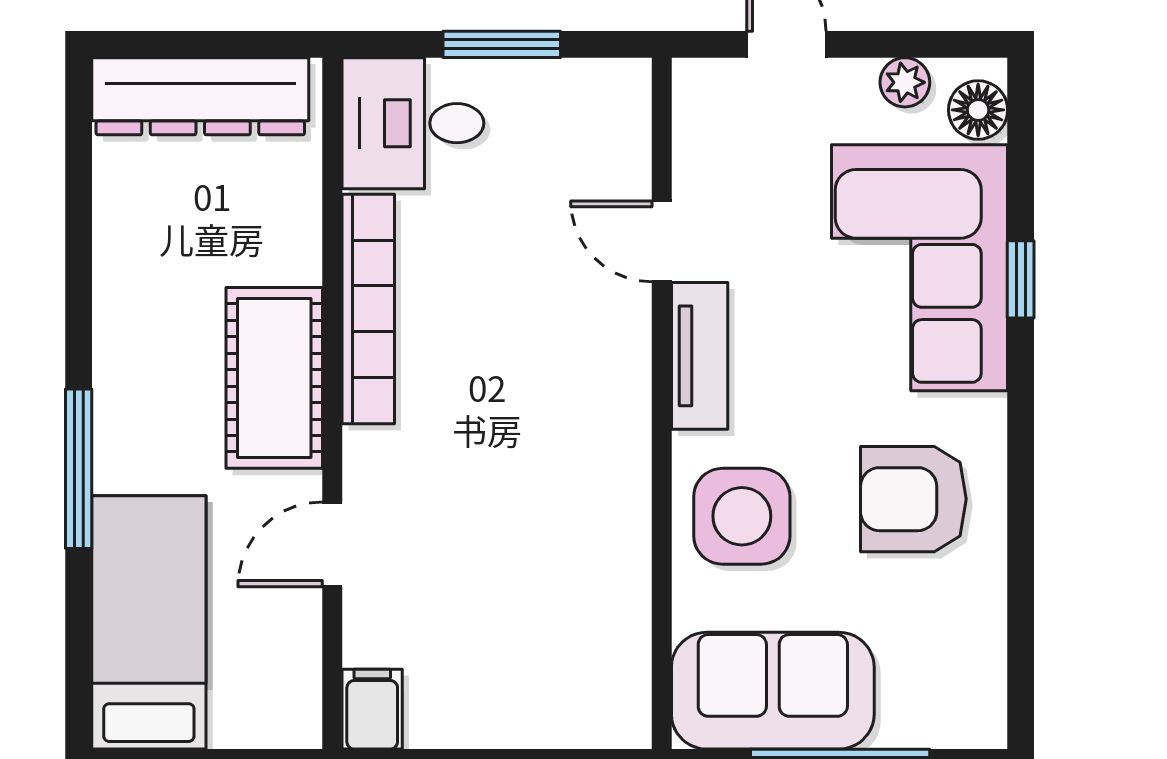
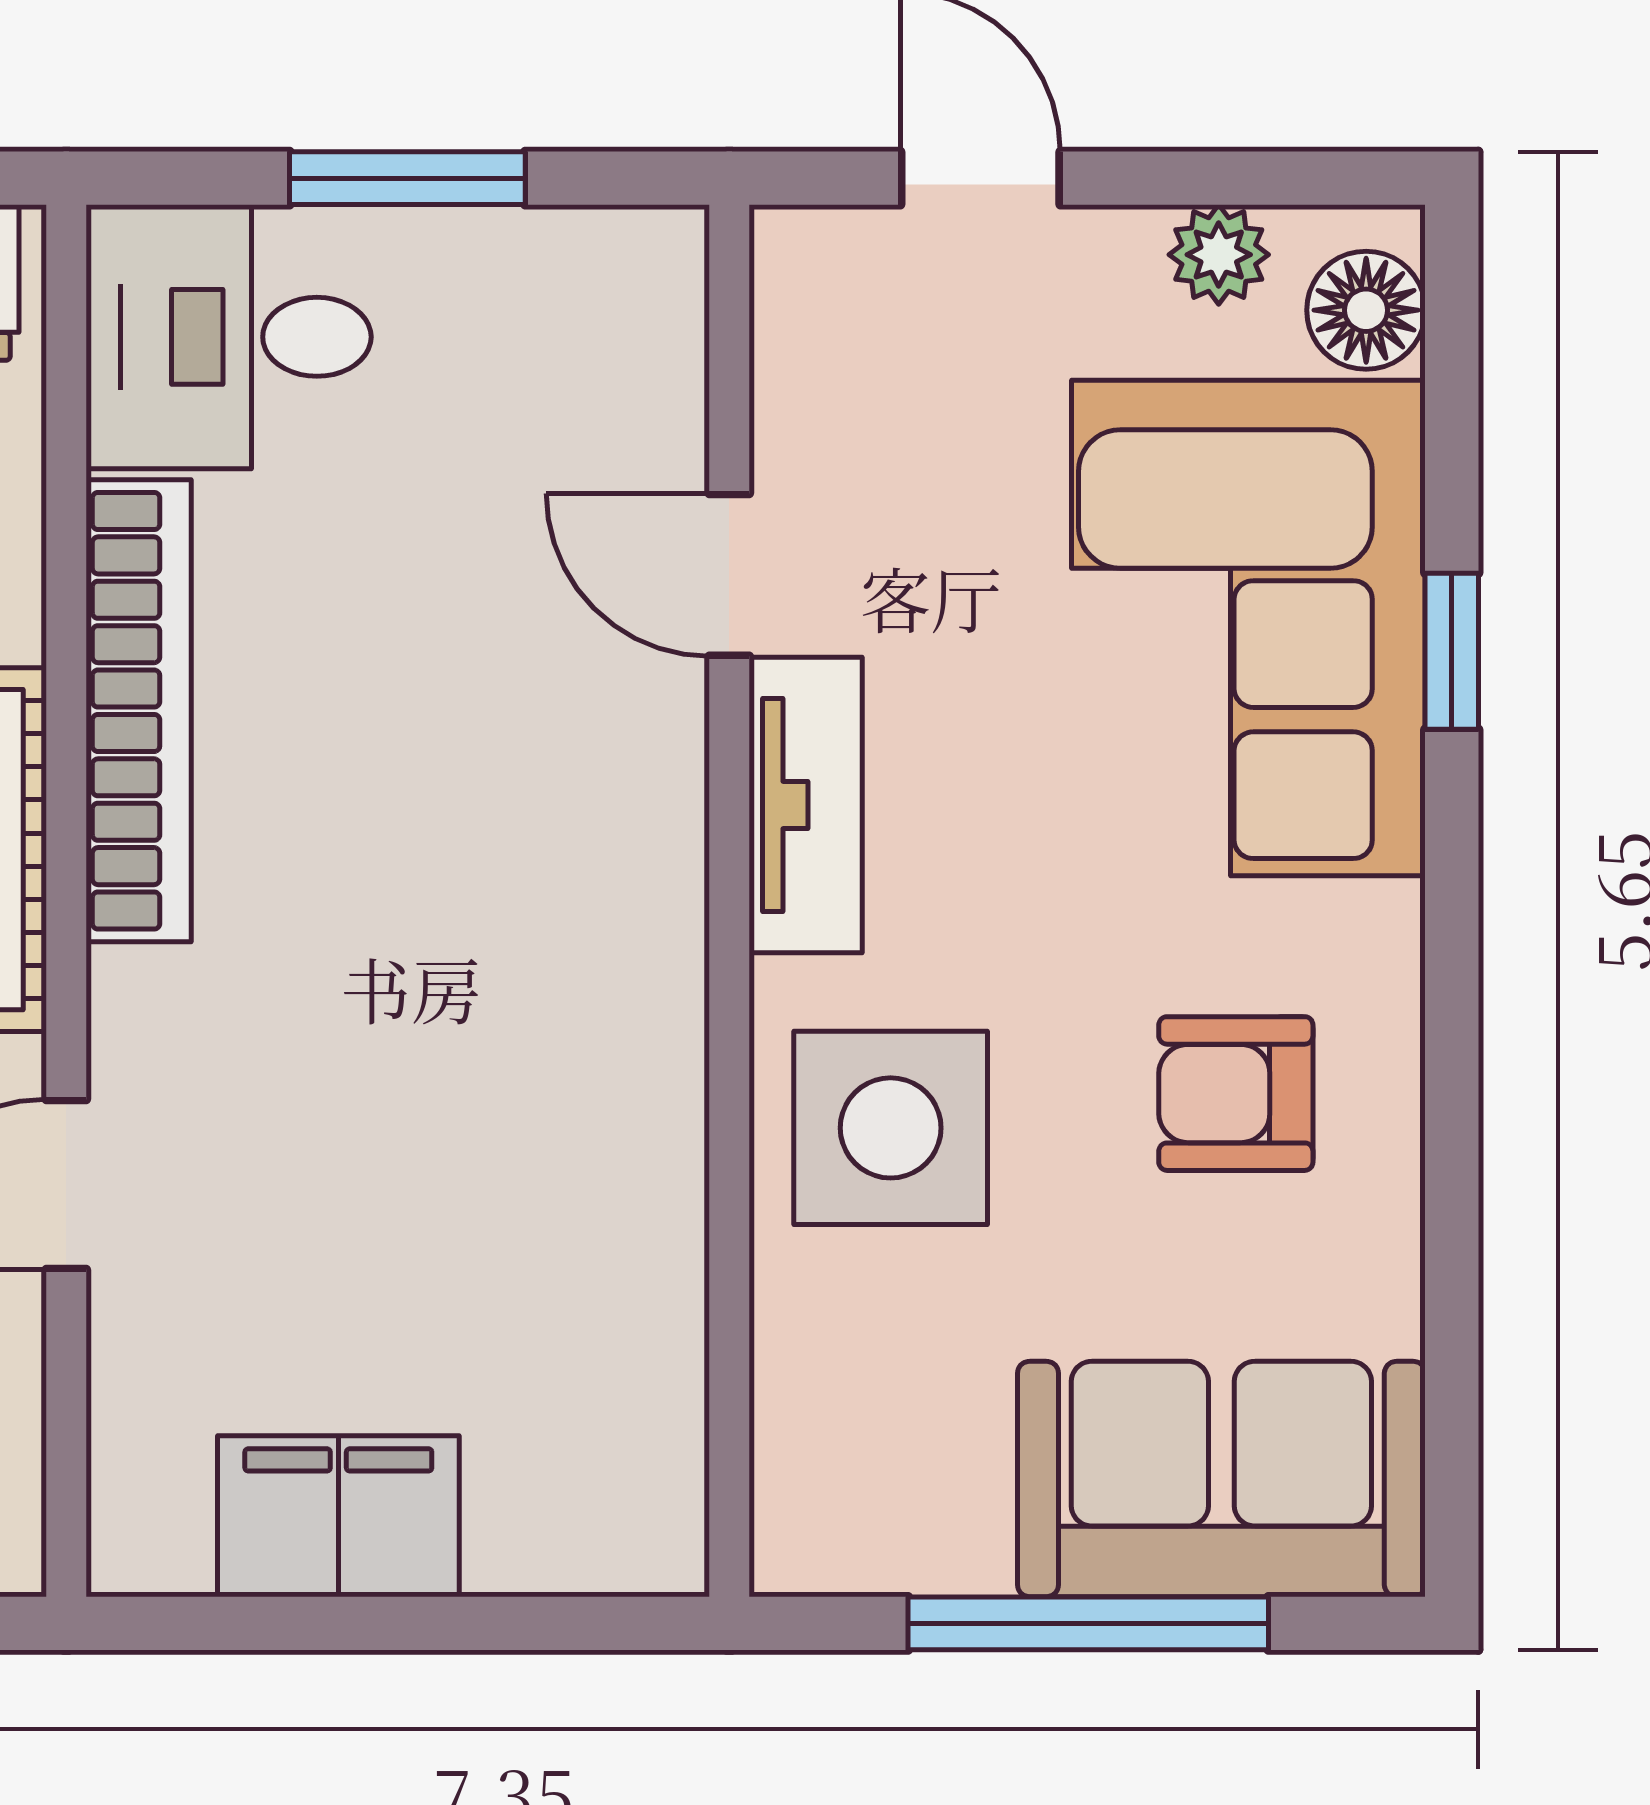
armchair: (913, 499) -> (1236, 1094), width x0.72, depth x0.72
sofa: (773, 691) -> (1221, 1479), moved
filing cabinet: (372, 709) -> (338, 1516), moved, width x2.00

